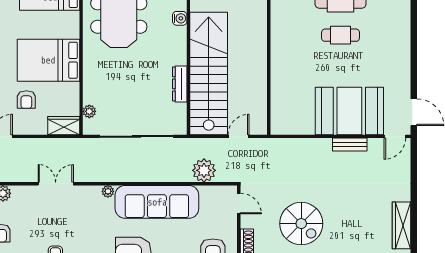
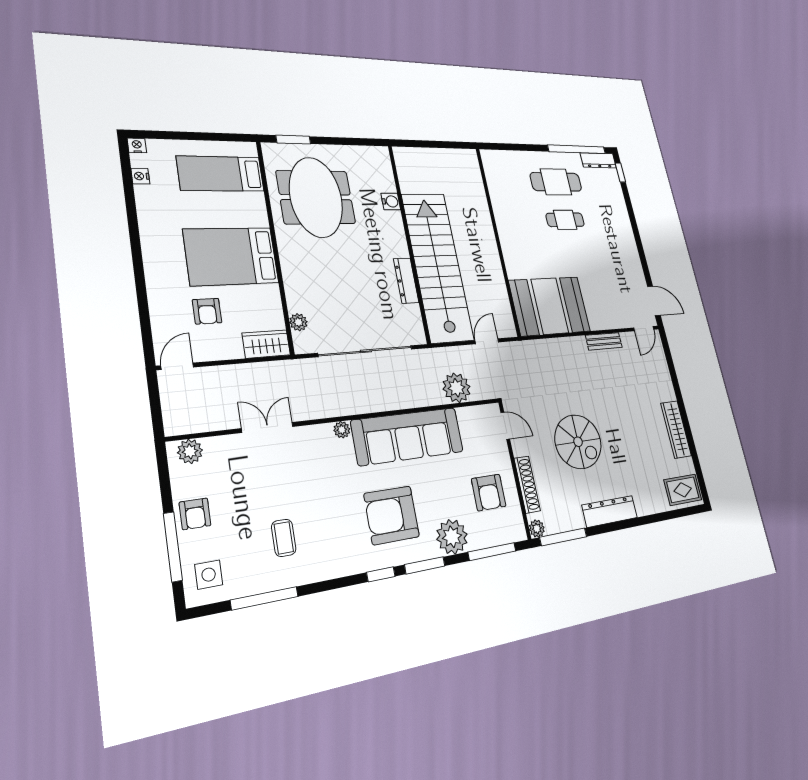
booth: (349, 111) -> (550, 306), moved

